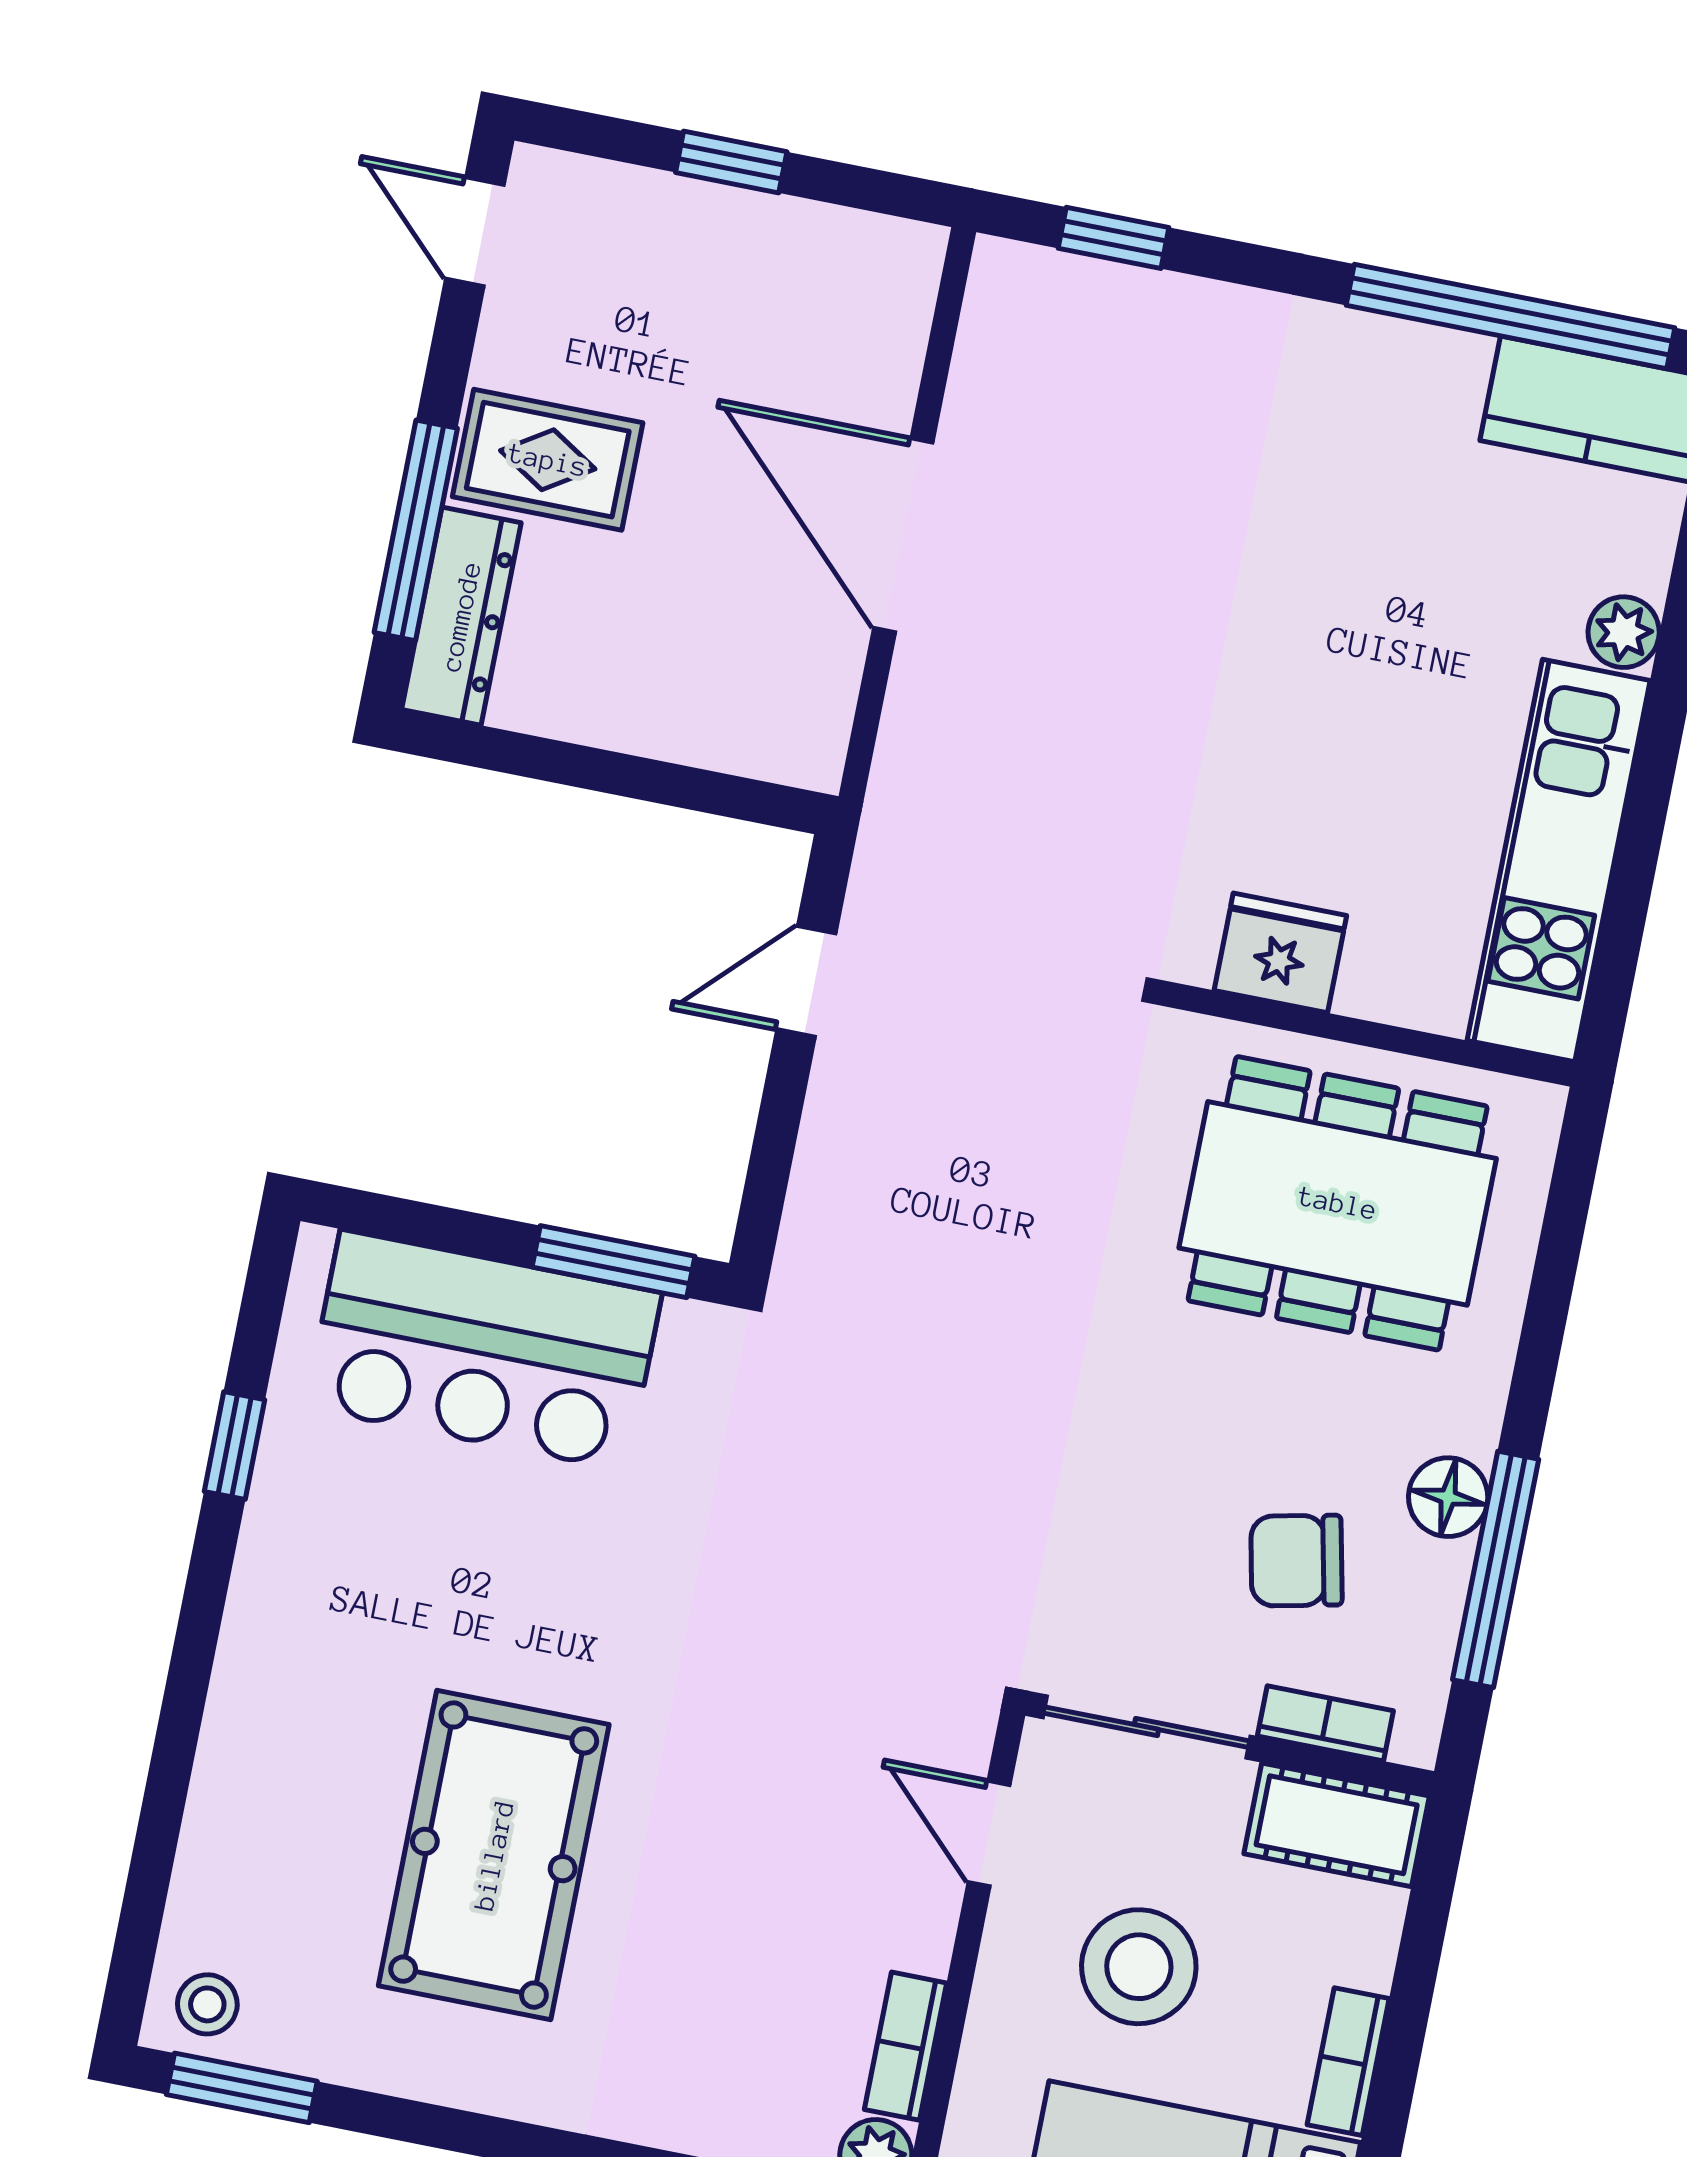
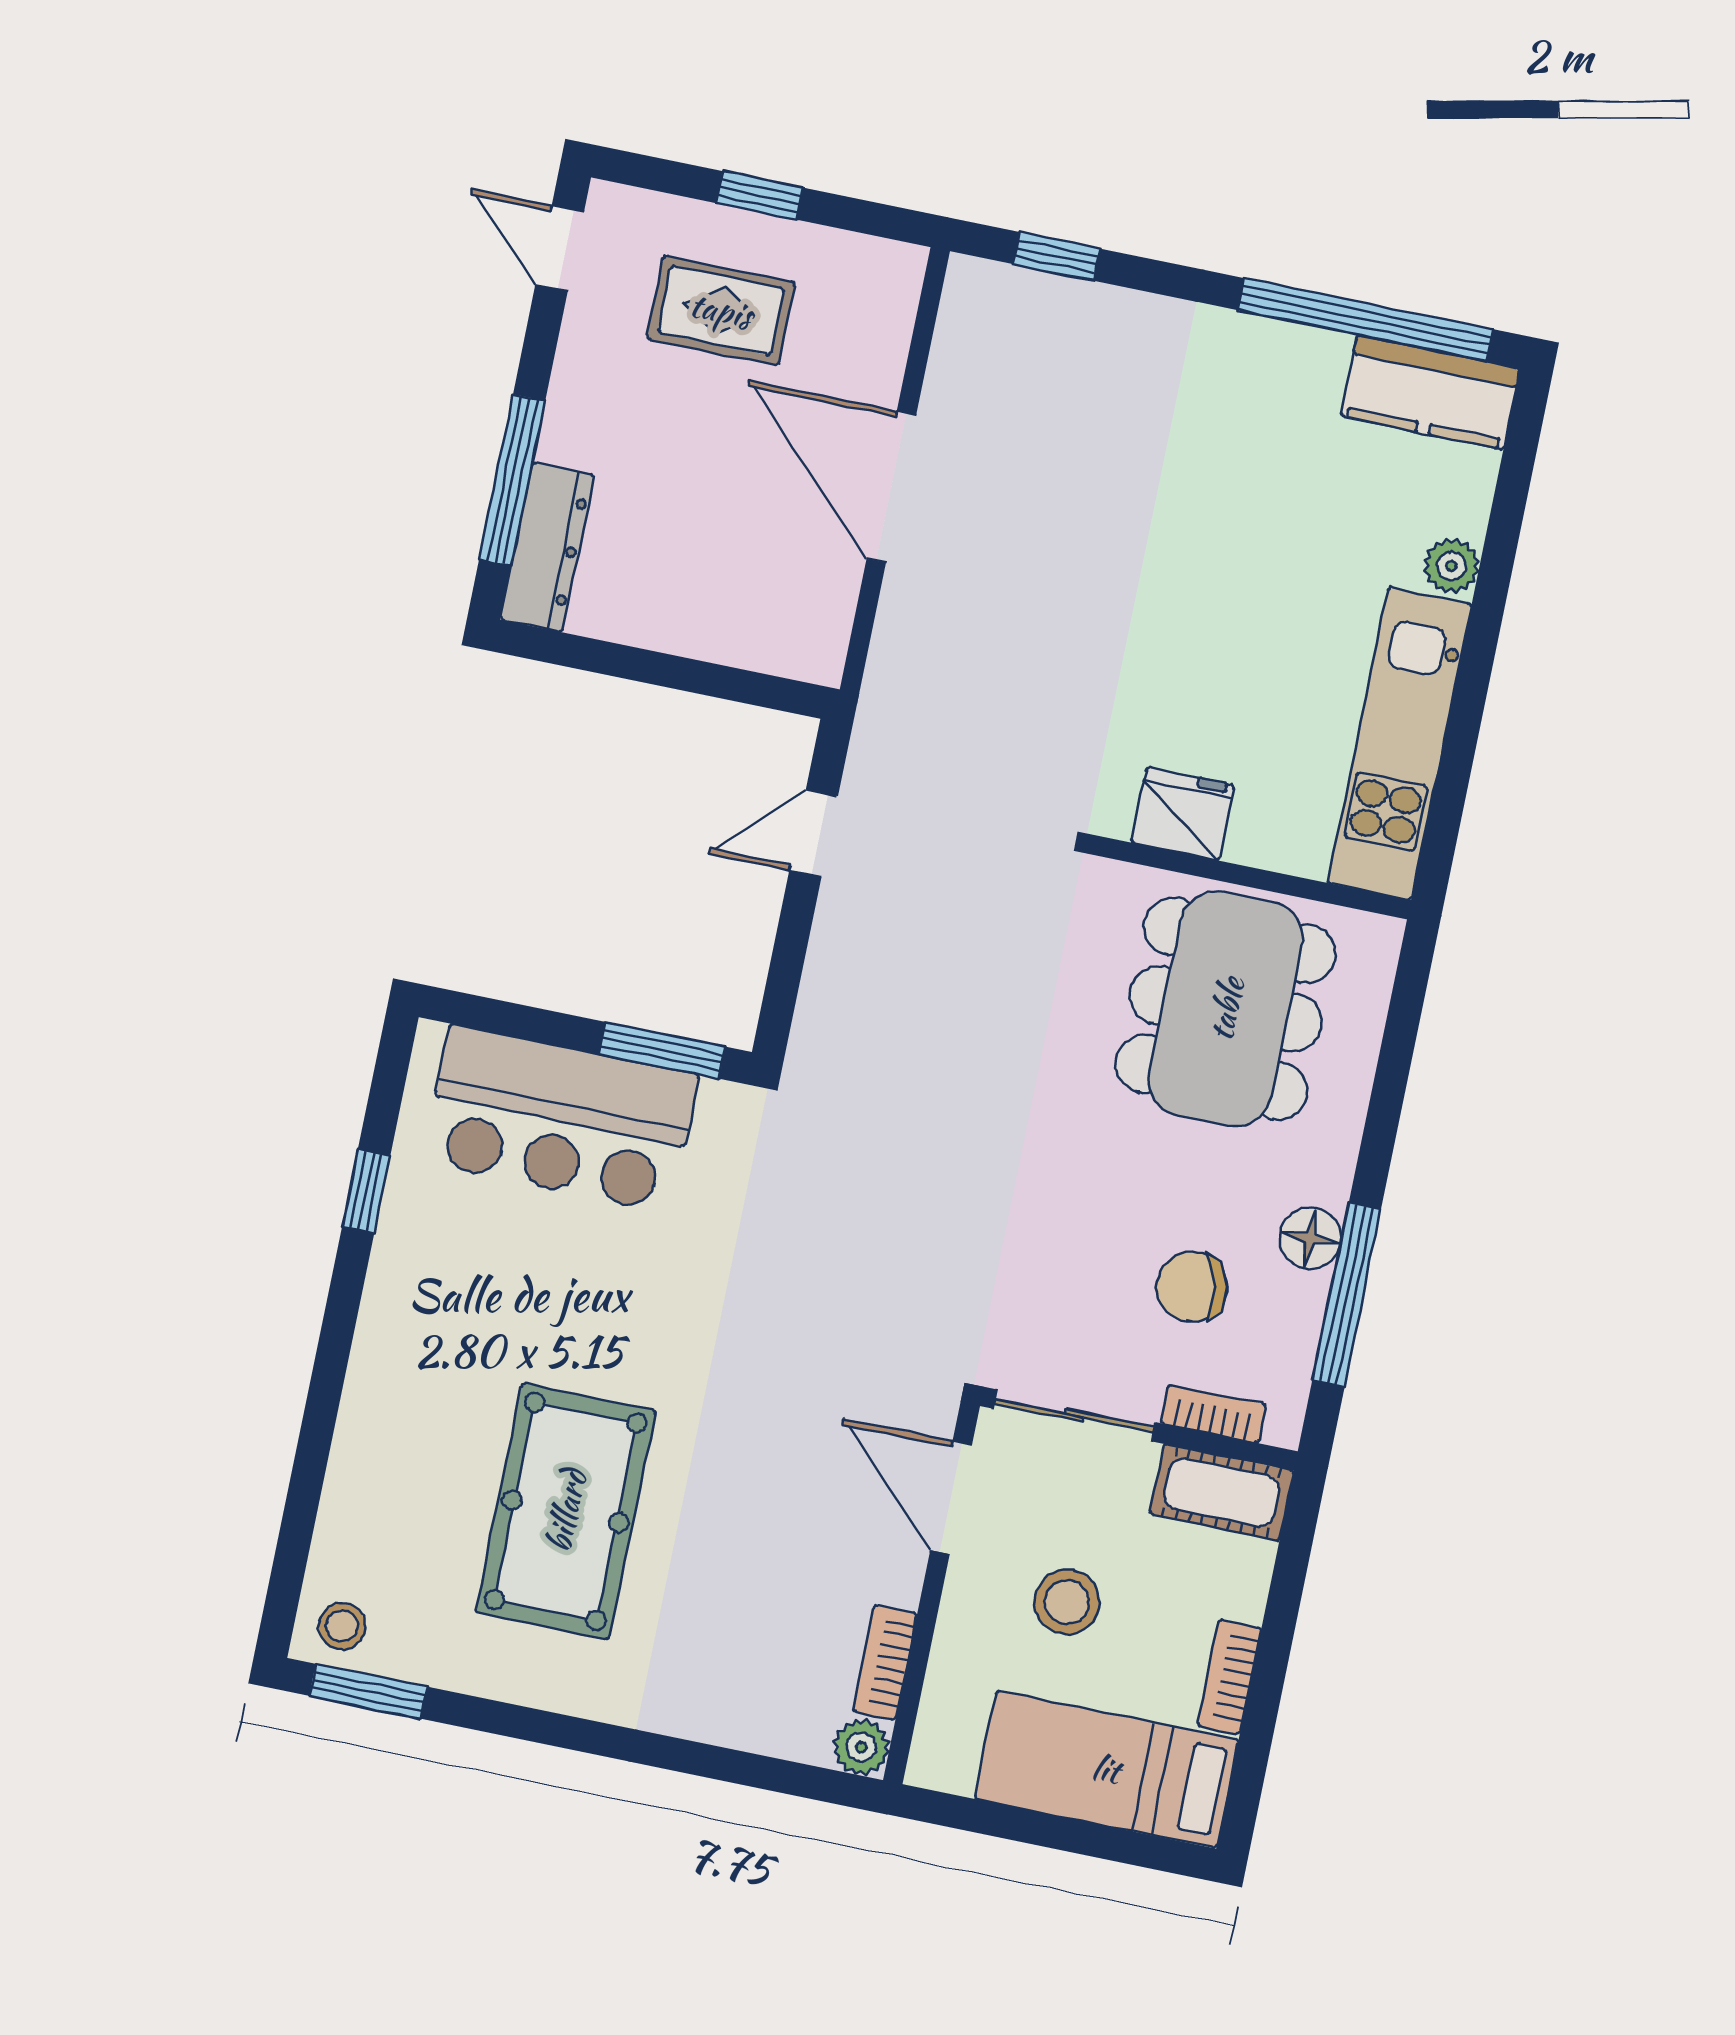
rug: (548, 460) -> (721, 310), moved
dining table: (1338, 1203) -> (1226, 1009), turned 90
door: (989, 1834) -> (951, 1498), width x1.38
stool: (1139, 1967) -> (1067, 1602), width x0.73, depth x0.73

